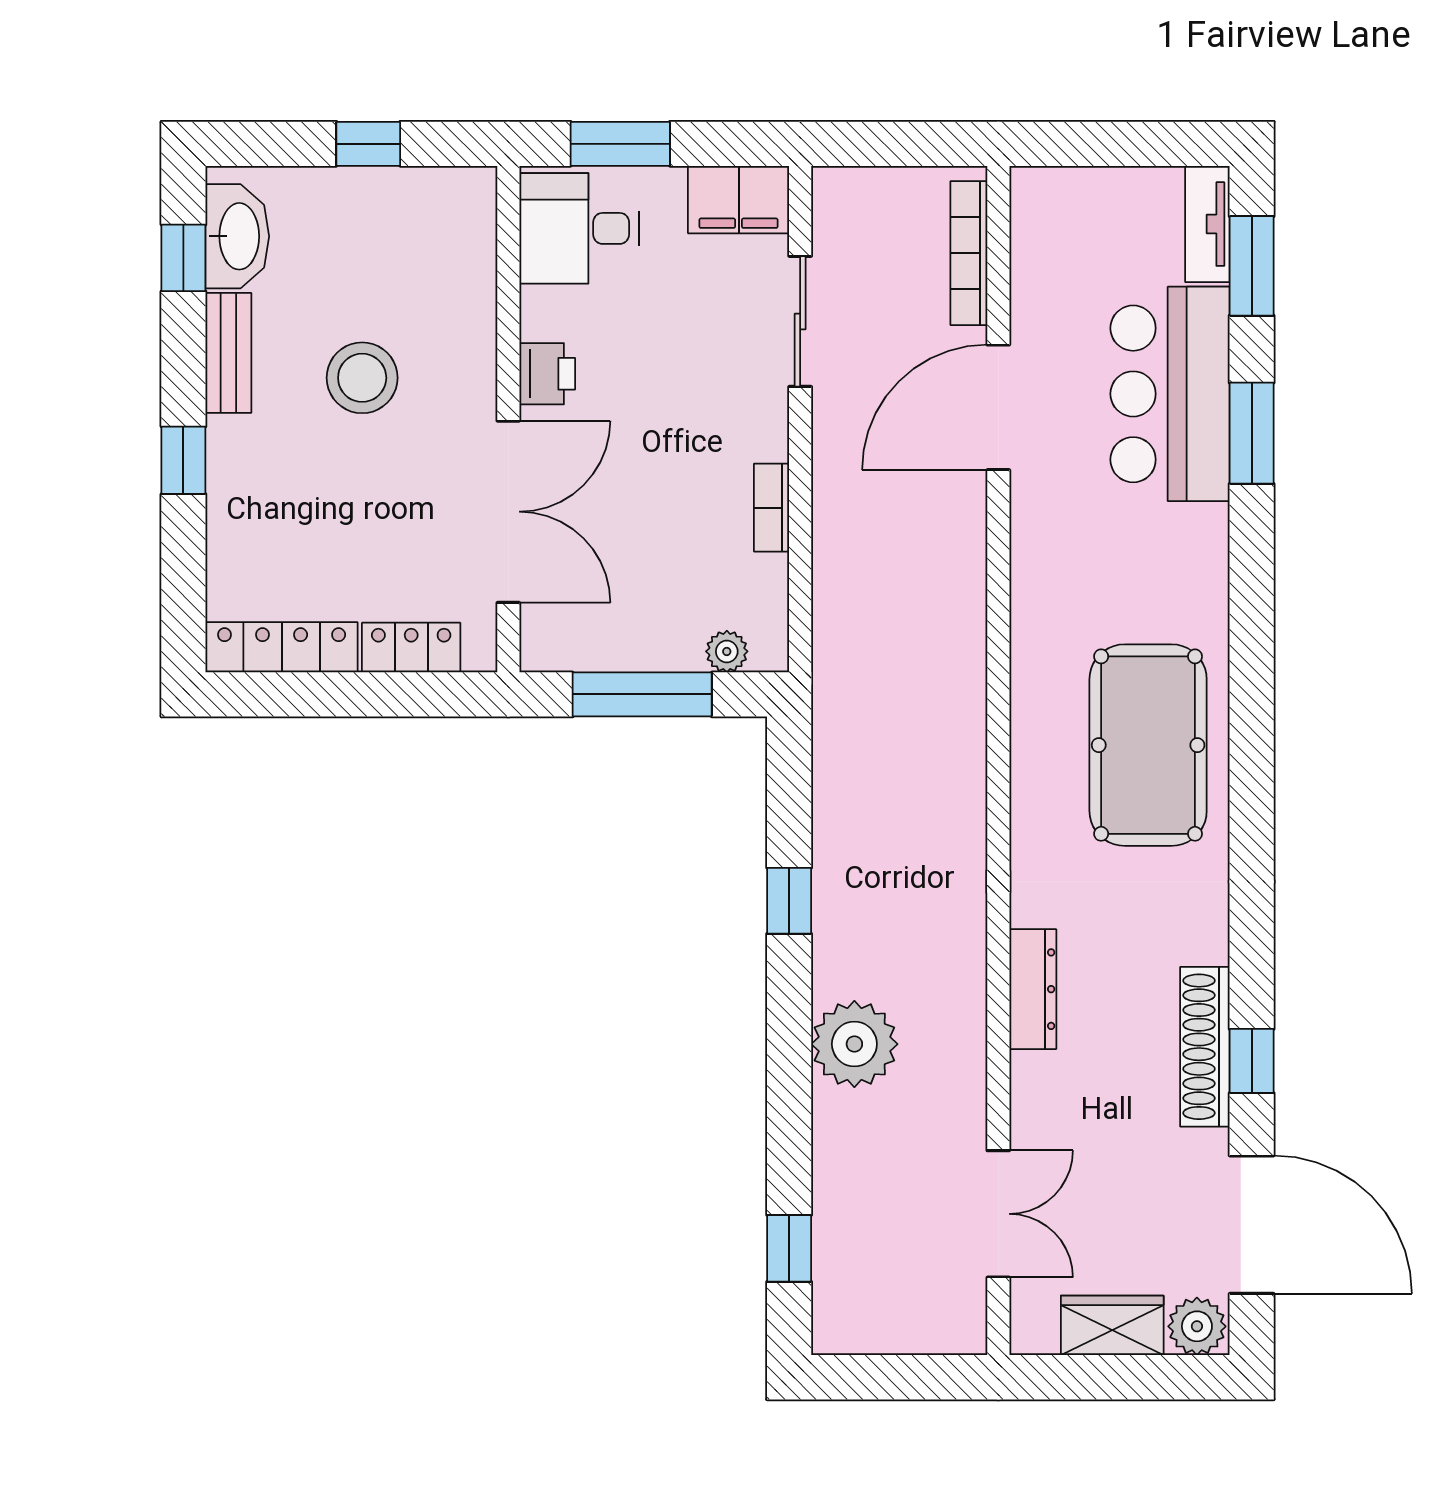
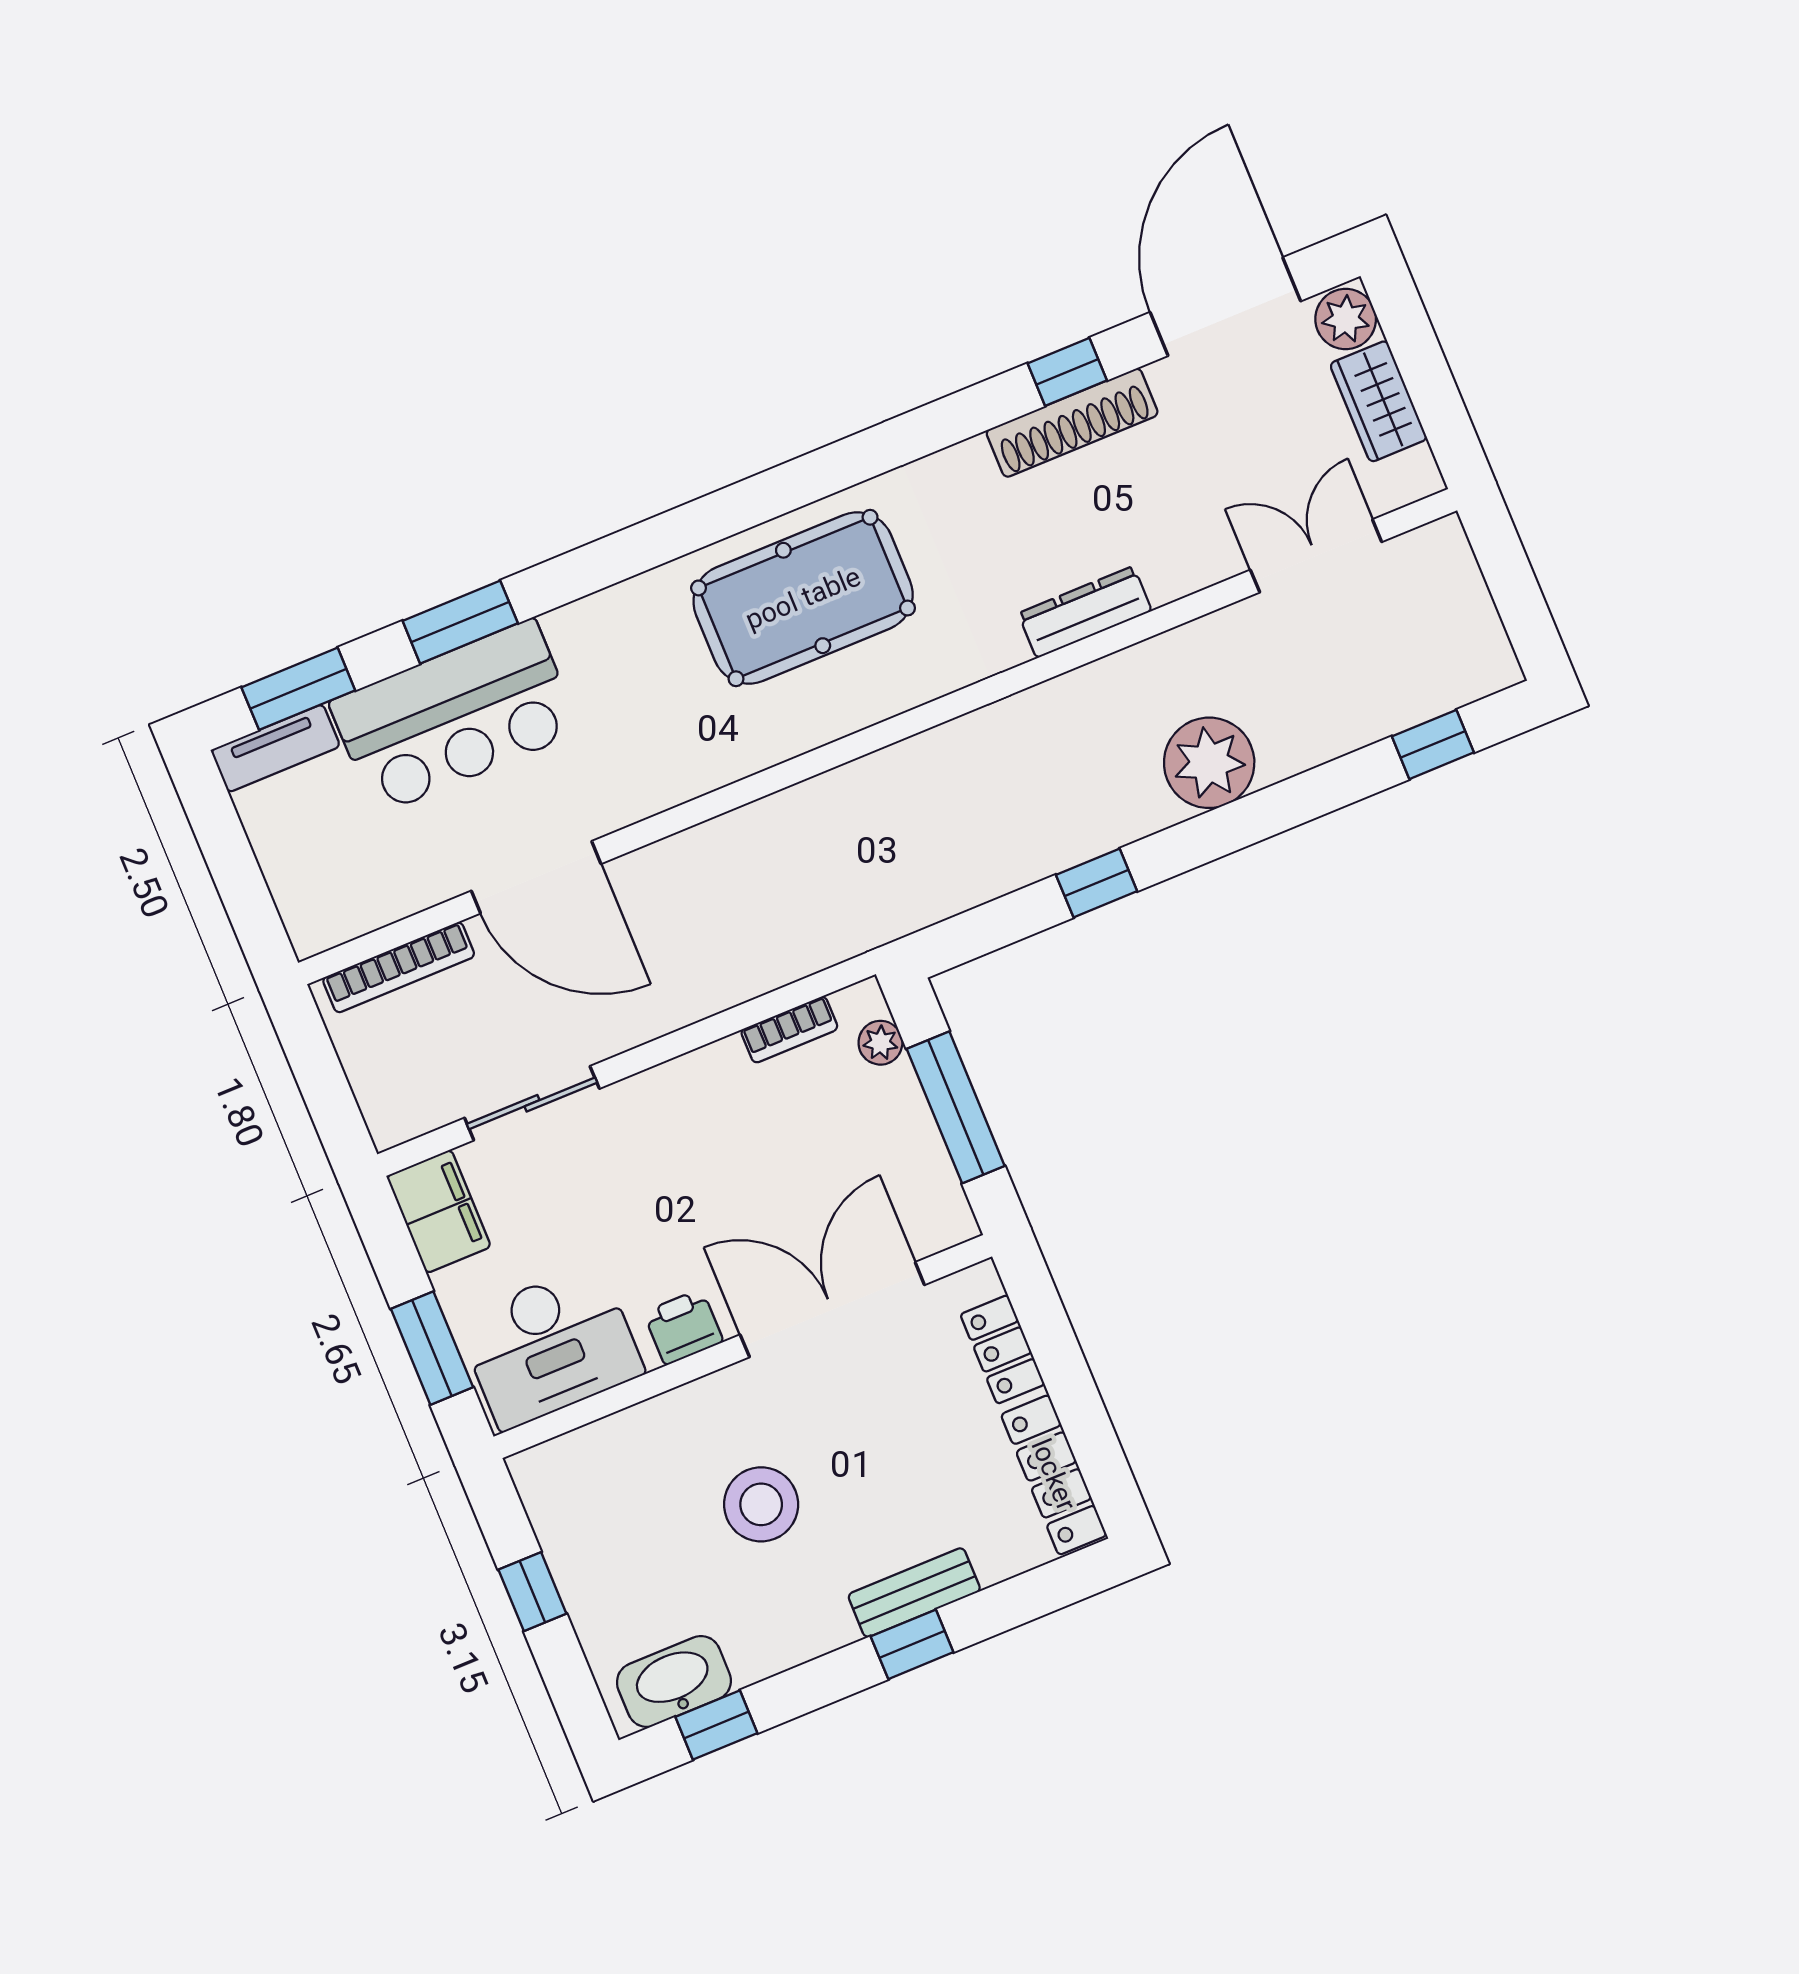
desk: (579, 228) -> (550, 1346), width x1.37
bench: (228, 353) -> (914, 1593), moved
bookcase: (772, 508) -> (789, 1030), moved

